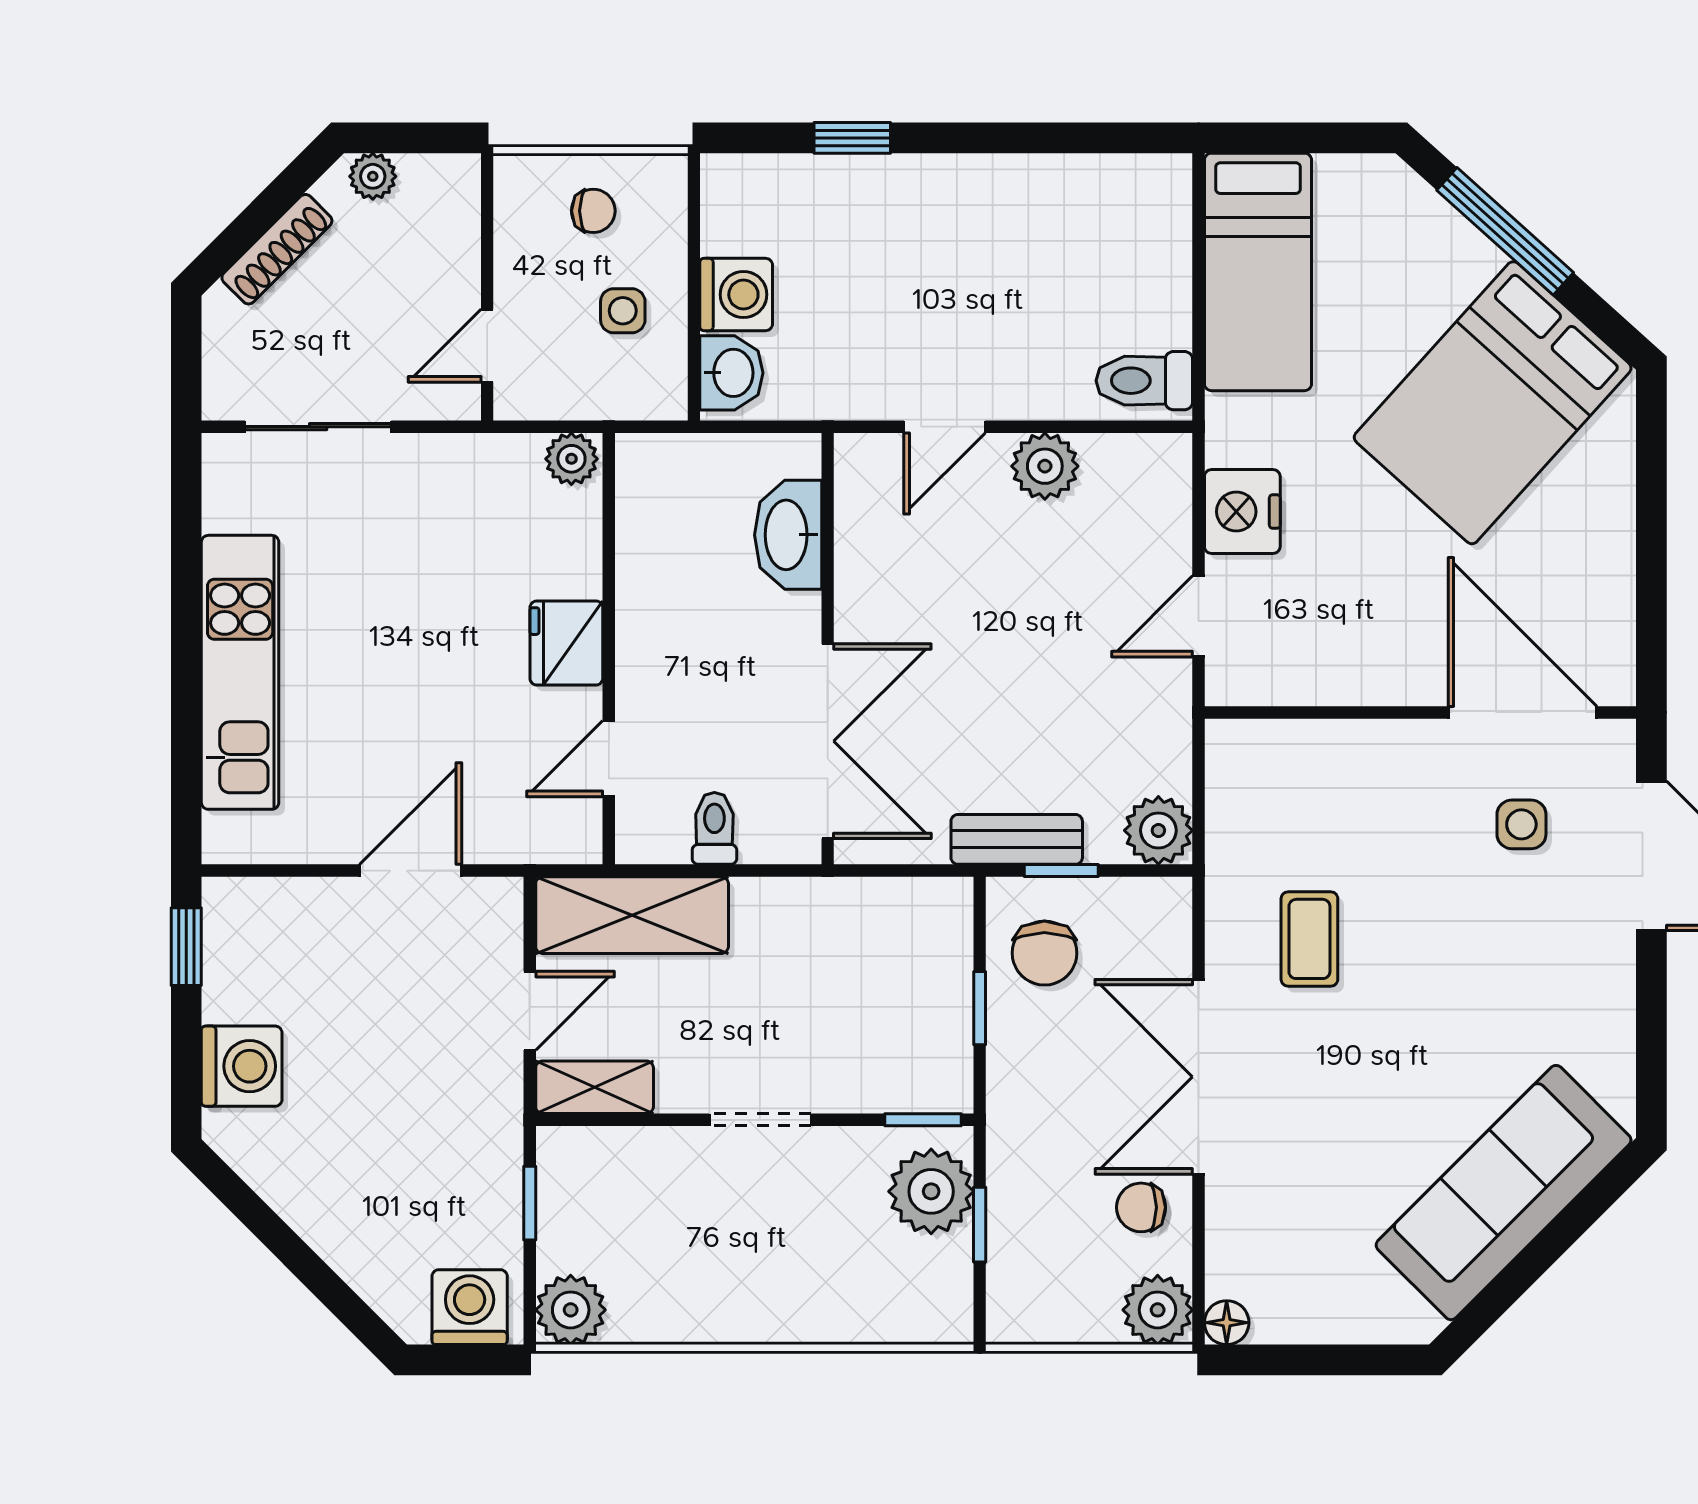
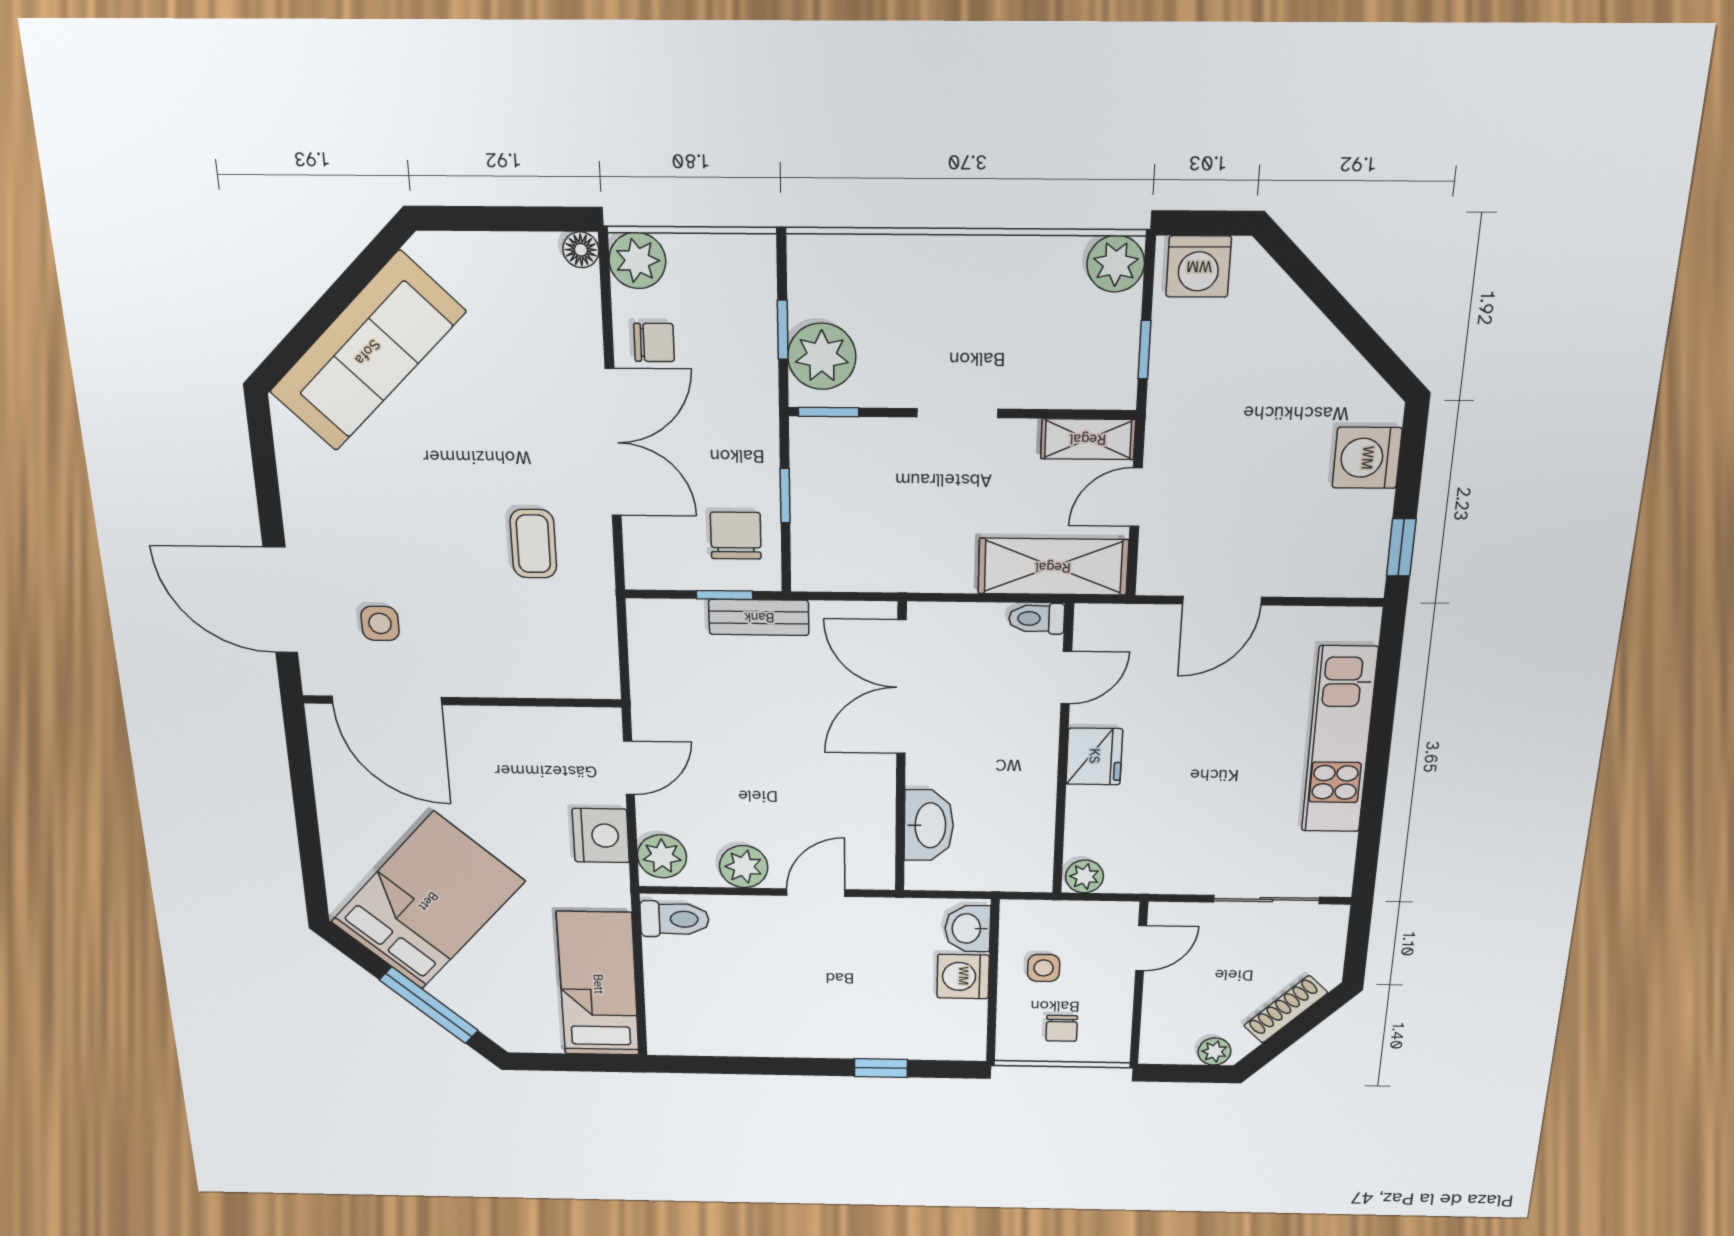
chair: (593, 211) -> (1062, 1028), turned -90
toilet: (714, 828) -> (1037, 619), moved, turned 90
plant: (1158, 830) -> (662, 856), moved

